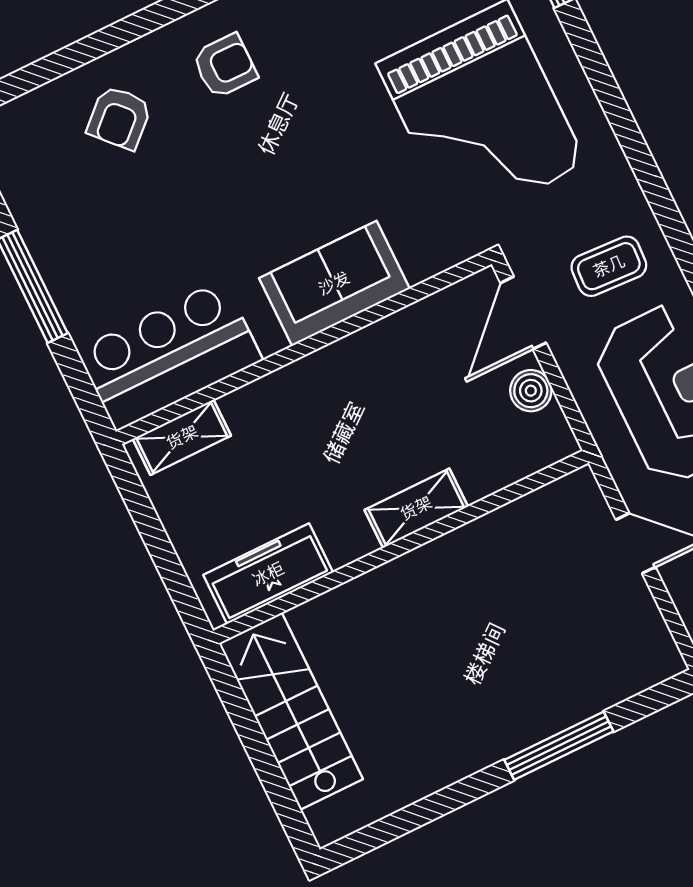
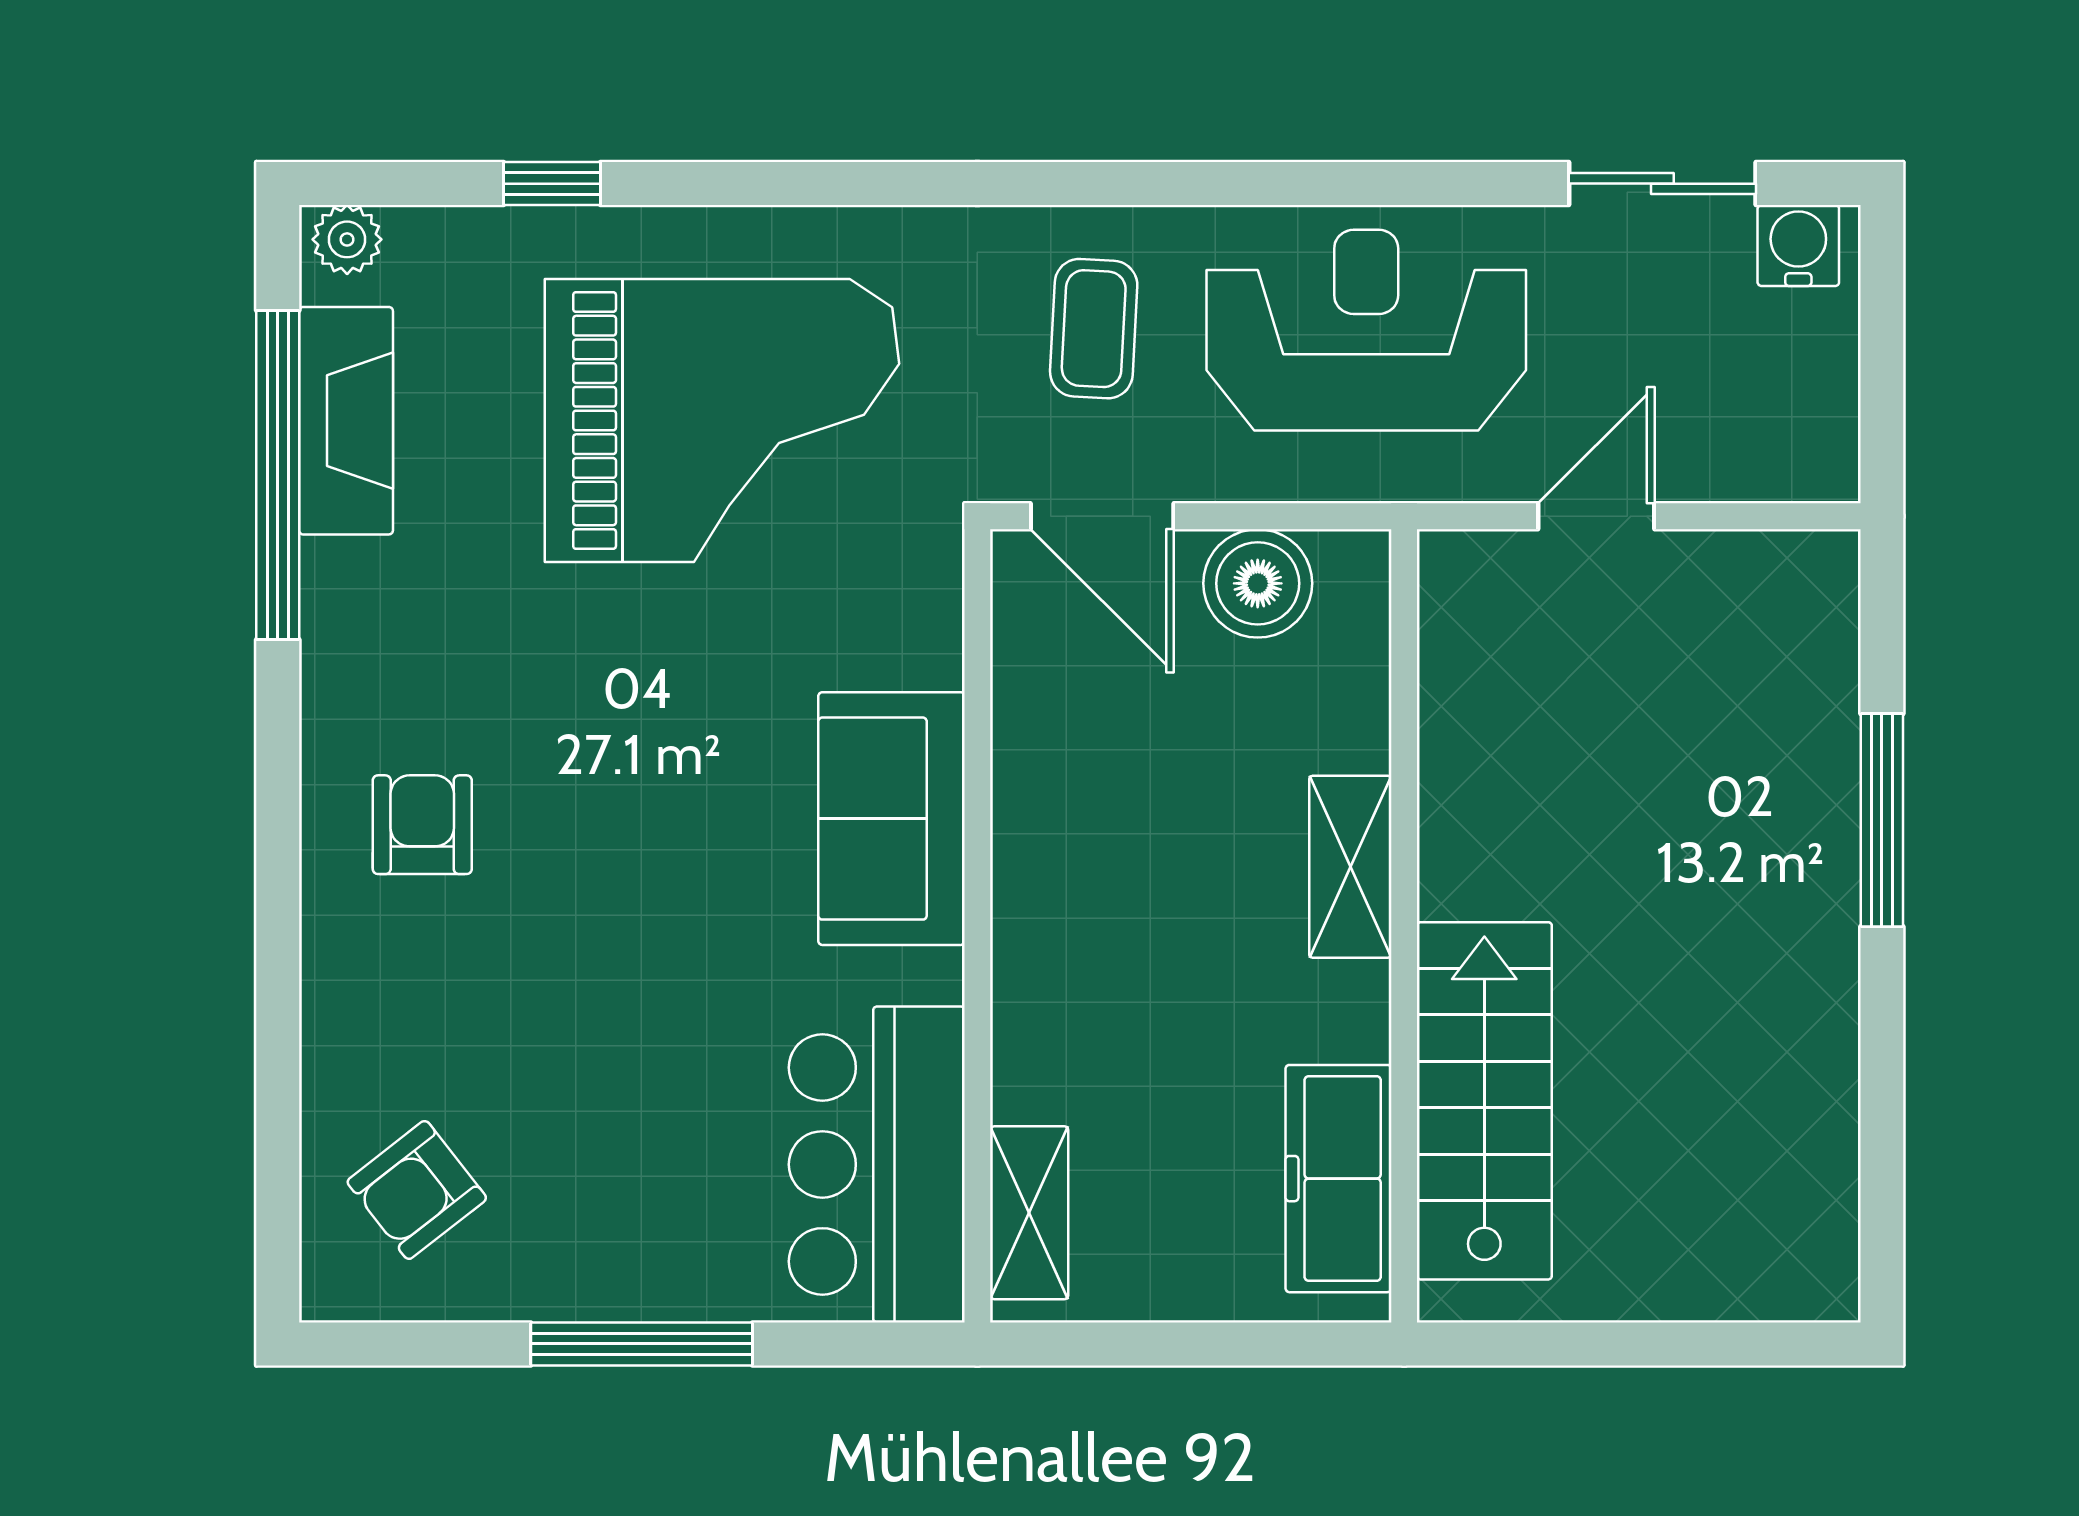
armchair: (119, 118) -> (417, 1190), moved, turned 95
boiler: (531, 391) -> (1258, 583), width x1.36, depth x1.36
stairs: (291, 711) -> (1484, 1101), moved, turned 90

